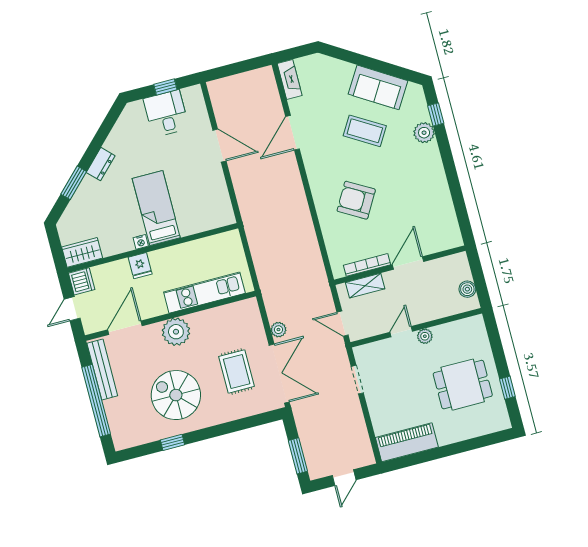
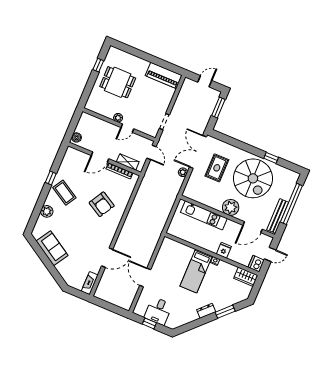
window: (436, 115) -> (51, 178), moved
coffee table: (365, 131) -> (64, 193), moved
boiler: (467, 289) -> (77, 137), moved
spiral stairs: (176, 395) -> (253, 178), width x1.37, depth x1.37

